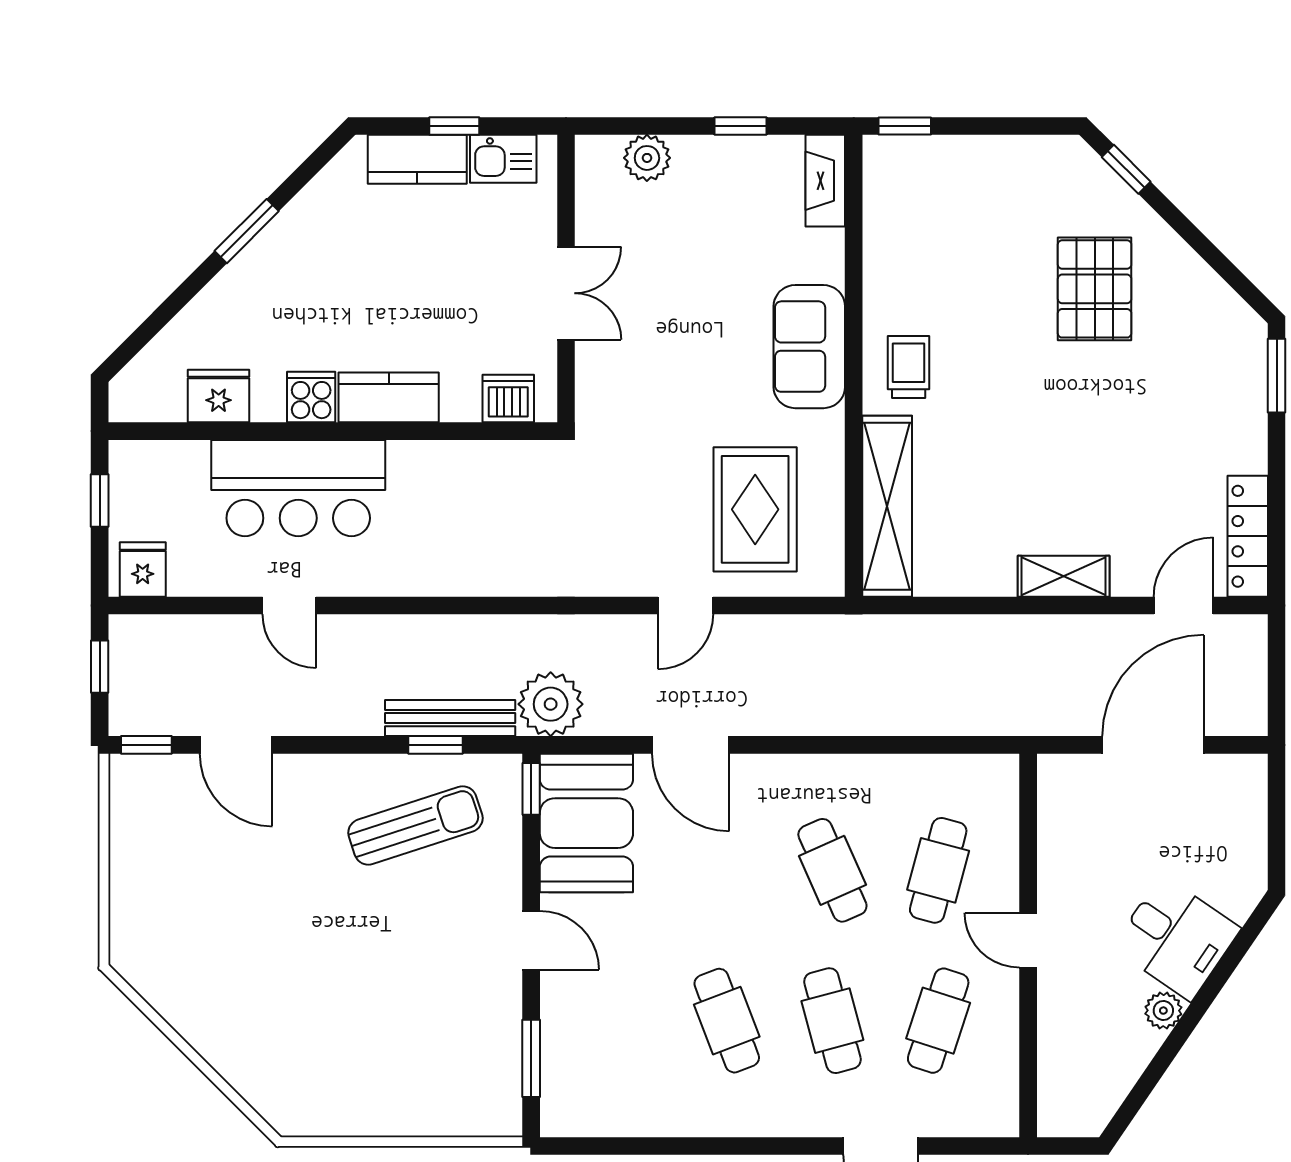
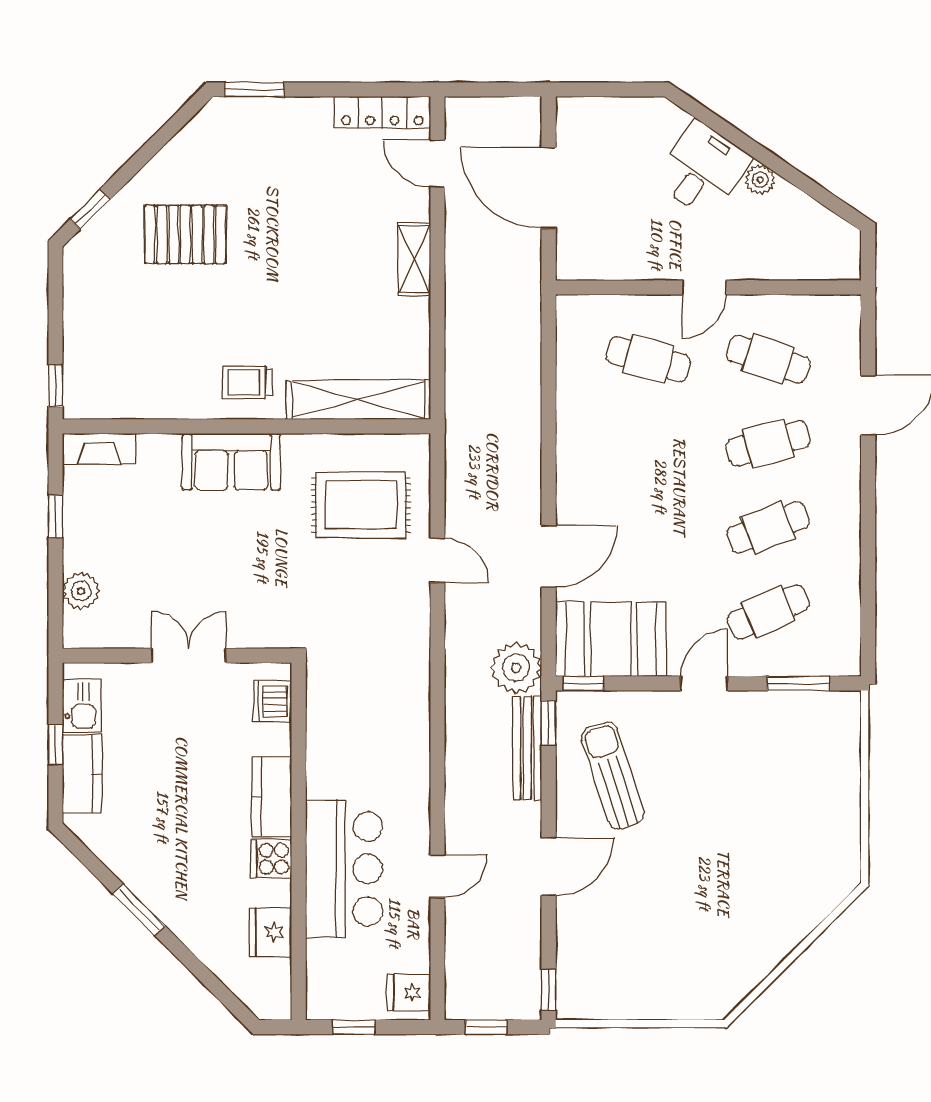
door: (236, 745) -> (549, 866), moved
window: (435, 745) -> (549, 723), moved
cafe table: (832, 870) -> (768, 612), moved

